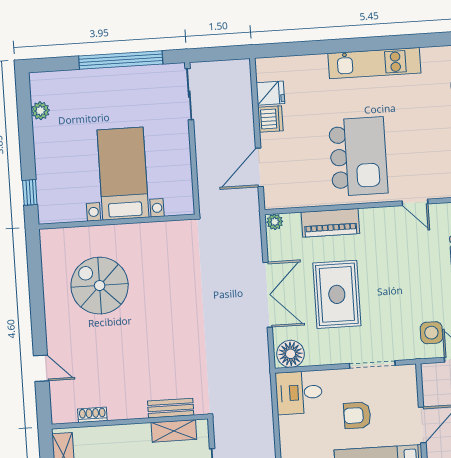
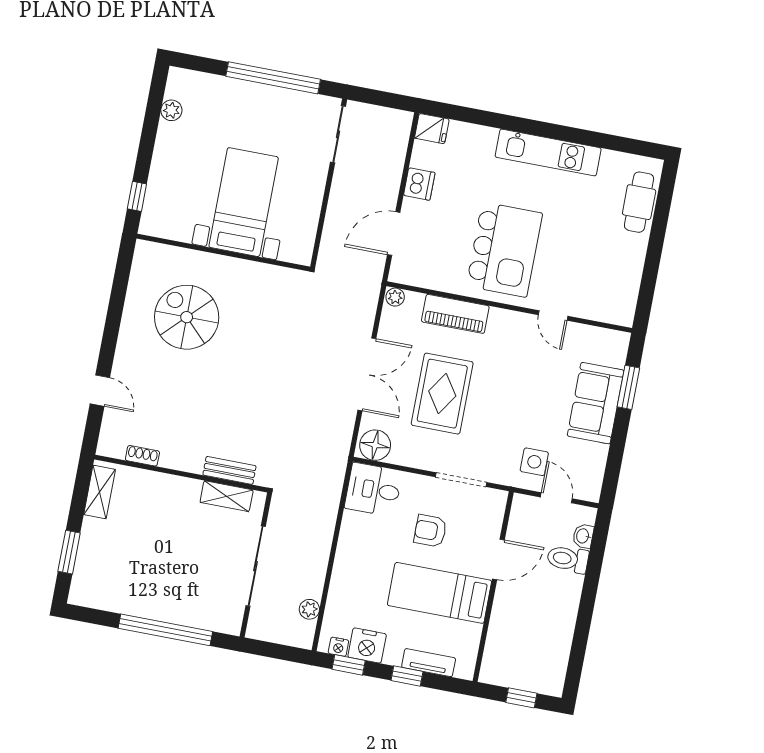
fridge: (270, 93) -> (432, 129), moved

